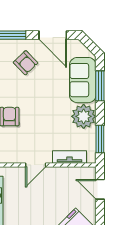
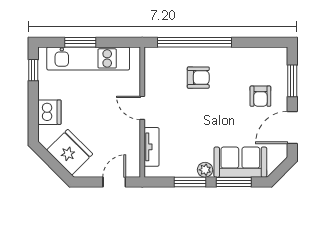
armchair: (26, 63) -> (260, 96), turned -46
plant: (84, 116) -> (205, 170), width x0.53, depth x0.53
window: (100, 139) -> (190, 182), moved

